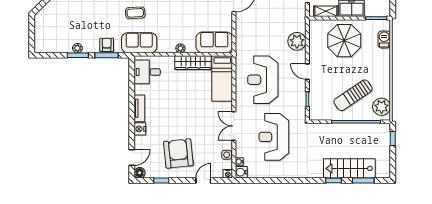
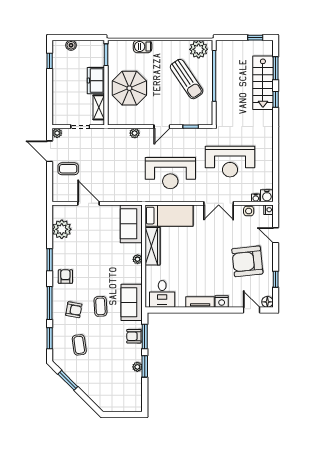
barbecue: (384, 39) -> (143, 46), moved
plant: (297, 41) -> (135, 133), width x0.53, depth x0.53
window: (393, 139) -> (255, 38), moved

